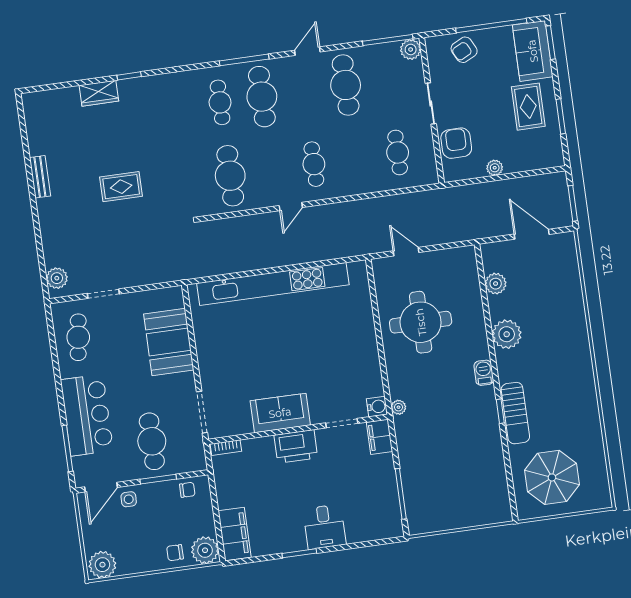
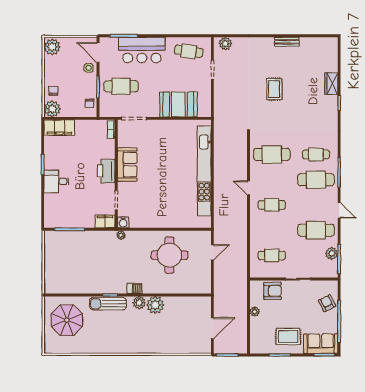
plant: (411, 49) -> (332, 253), moved
plant: (496, 284) -> (139, 303), moved

